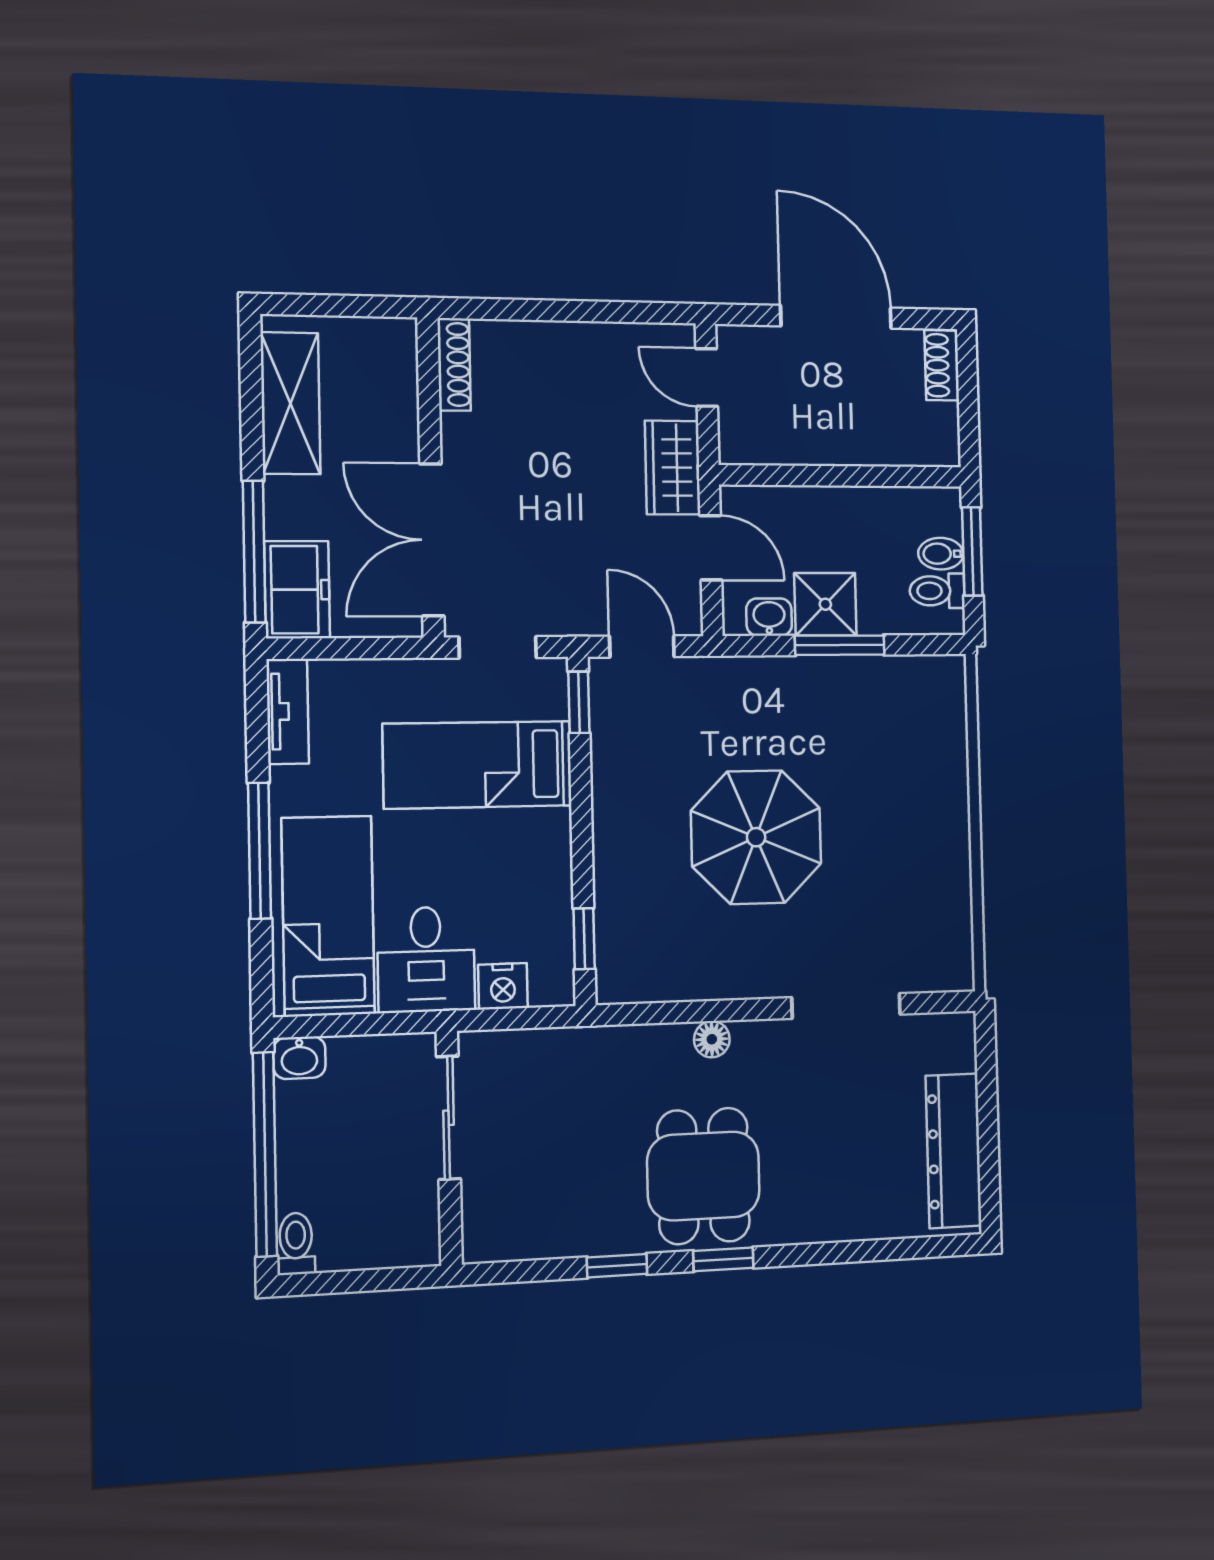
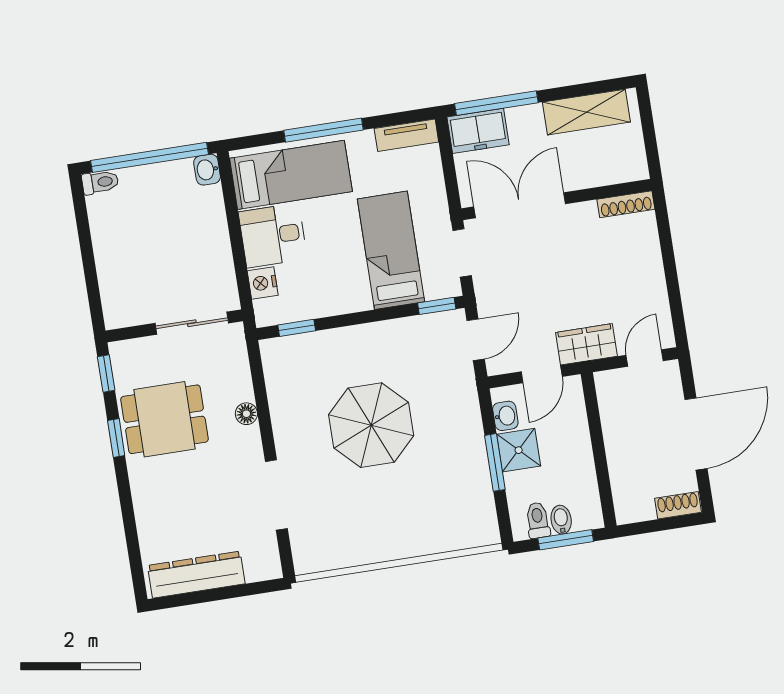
sliding door: (449, 1118) -> (192, 323), moved
wall: (449, 1148) -> (174, 326), moved

